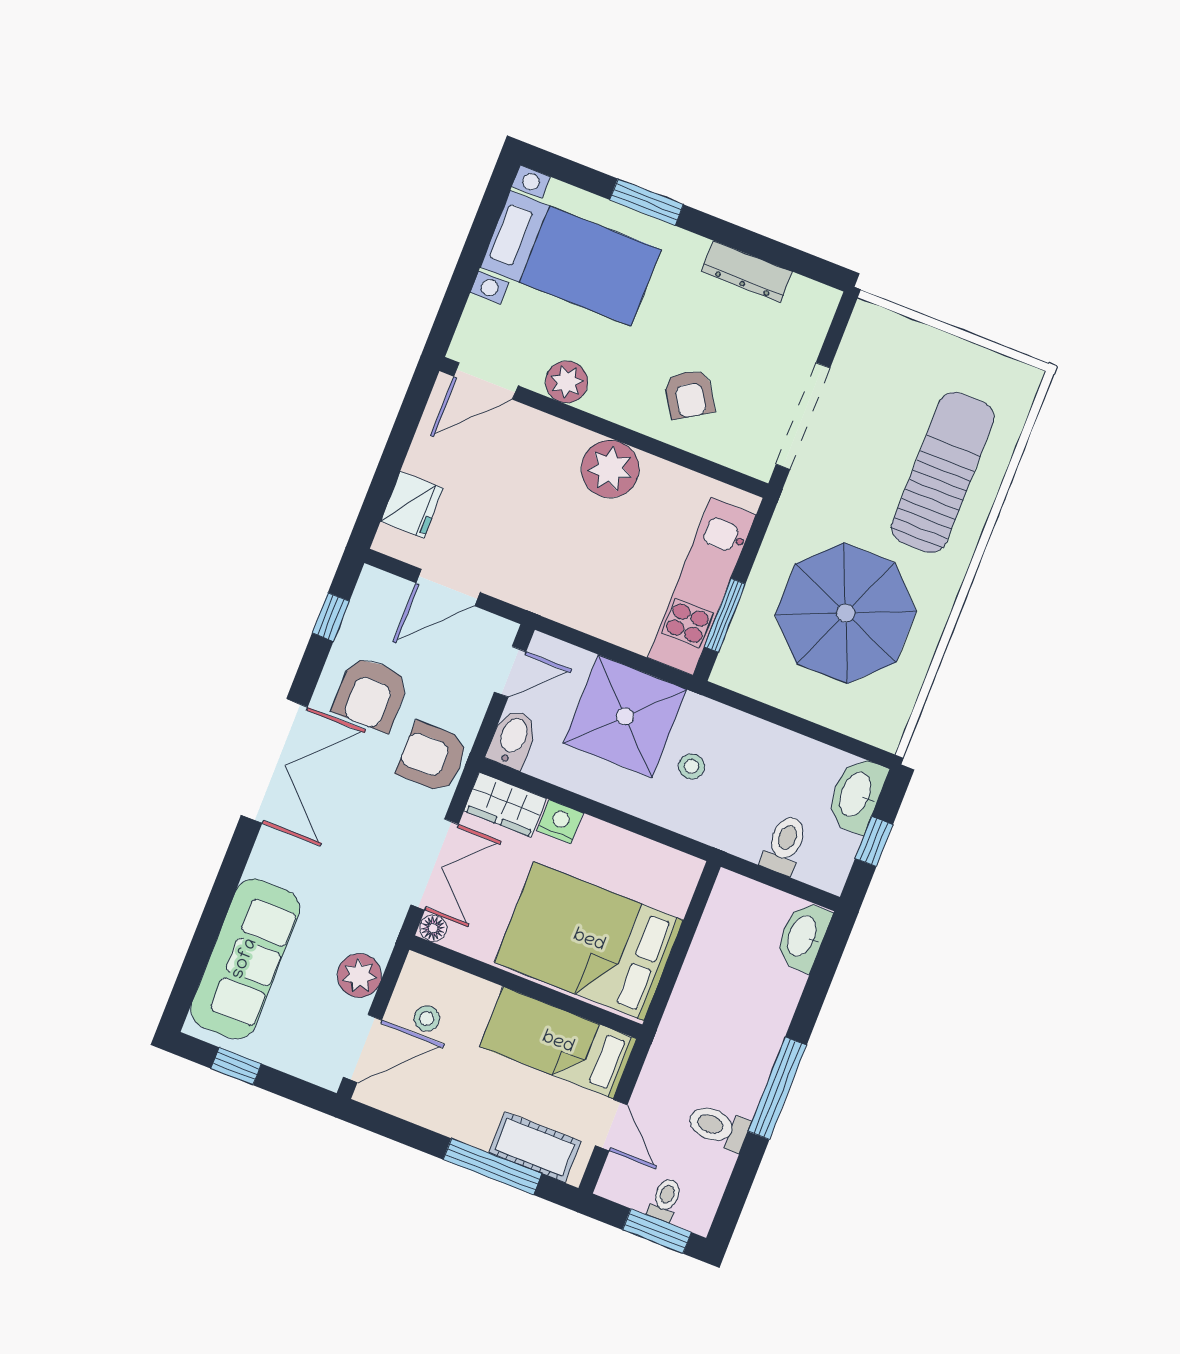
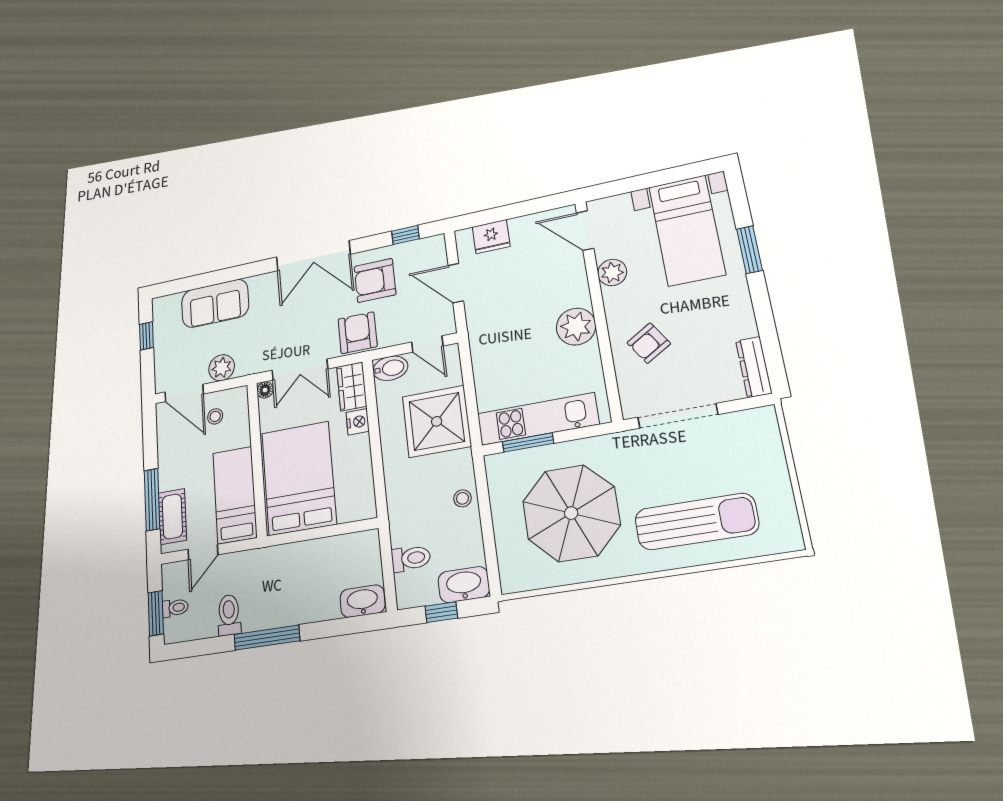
dresser: (747, 272) -> (754, 367), moved
stool: (691, 766) -> (462, 498), moved
sofa: (245, 959) -> (215, 303), width x0.73

